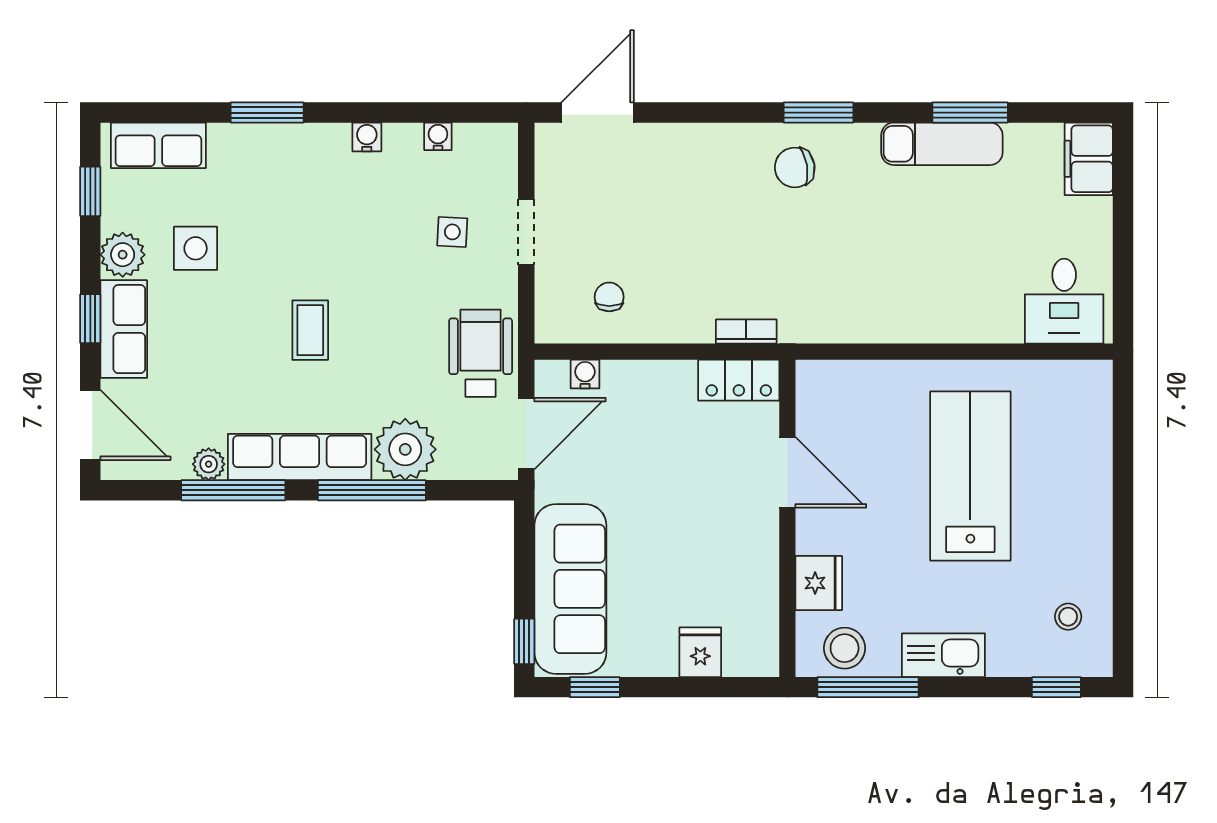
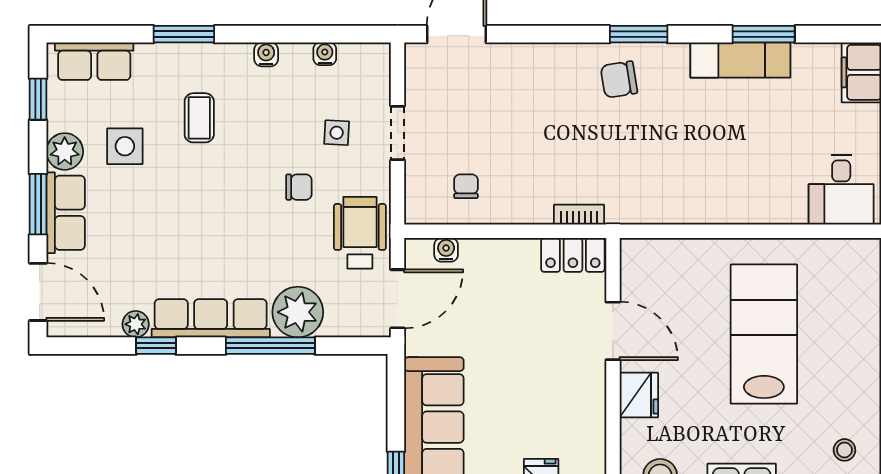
chair: (407, 298) -> (299, 187), added
window: (90, 319) -> (38, 204), width x1.50
coffee table: (310, 330) -> (199, 118), moved
window: (233, 490) -> (156, 346), width x0.46
fridge: (819, 583) -> (639, 395), moved

